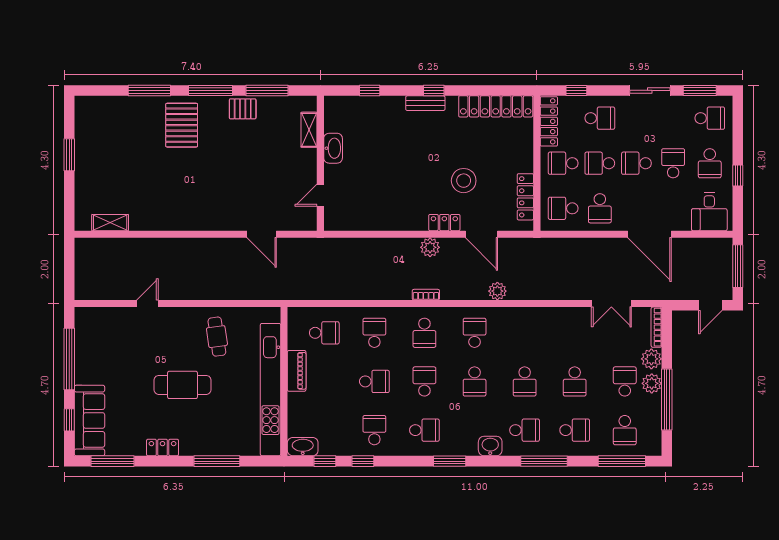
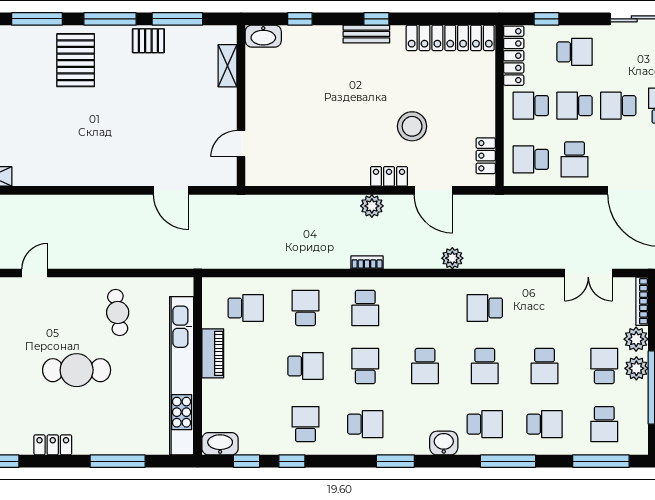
washbasin: (333, 148) -> (263, 36), moved, turned 90
locker: (525, 197) -> (486, 156), width x0.66
school desk: (475, 333) -> (485, 308), moved, turned -90

